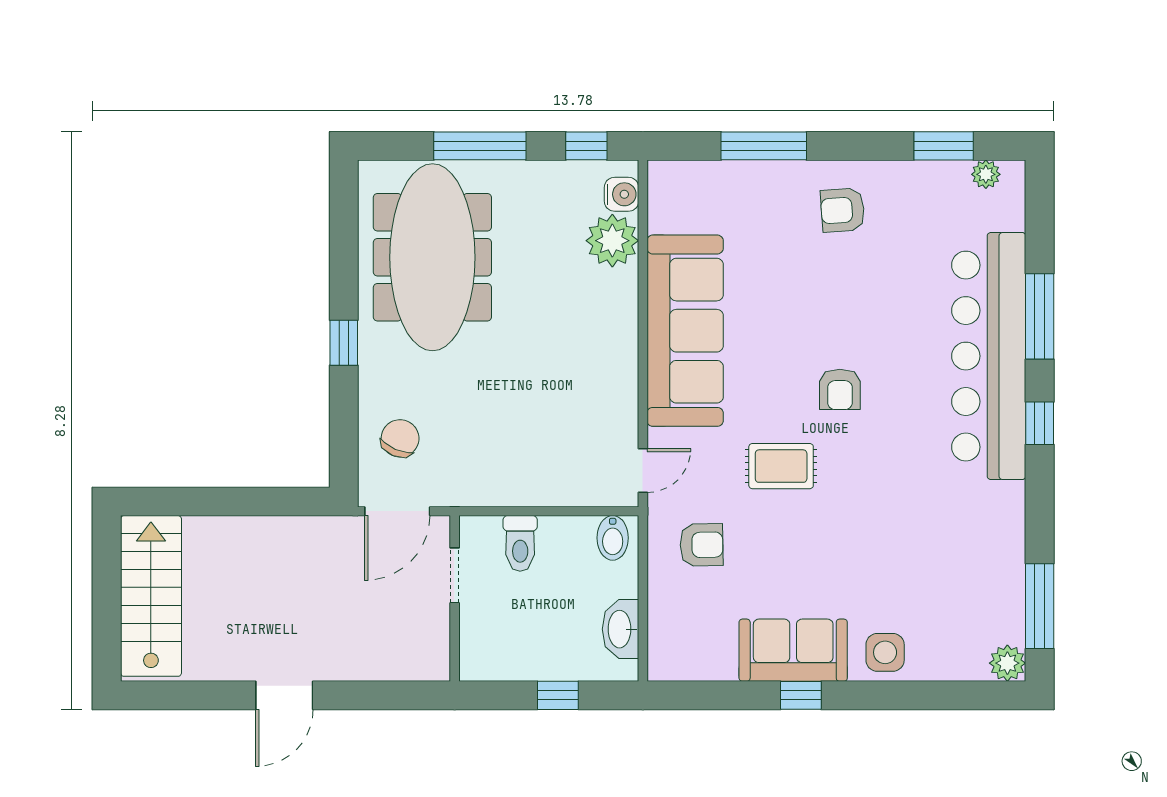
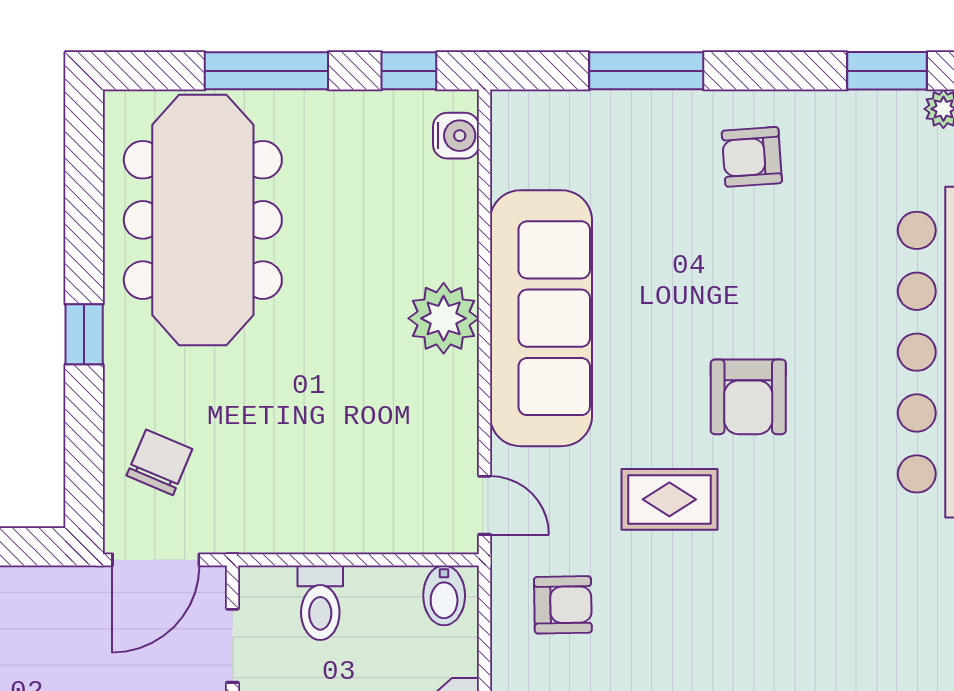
plant: (612, 241) -> (444, 318), moved
armchair: (840, 389) -> (748, 397), width x1.38, depth x1.38
door: (643, 470) -> (485, 505), hinge flipped

